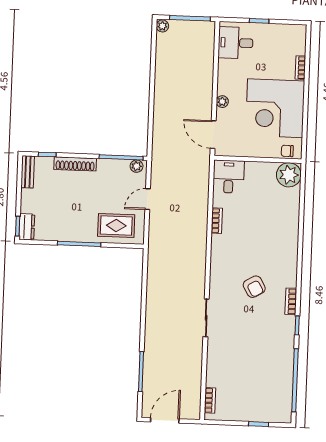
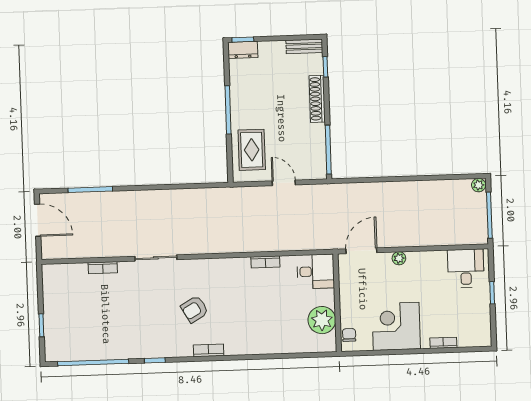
corner desk: (275, 108) -> (396, 326), width x0.74, depth x0.74
plant: (137, 166) -> (320, 168), removed
plant: (289, 175) -> (322, 320), moved
bookcase: (291, 301) -> (209, 350), moved
bookcase: (210, 400) -> (103, 268), moved

